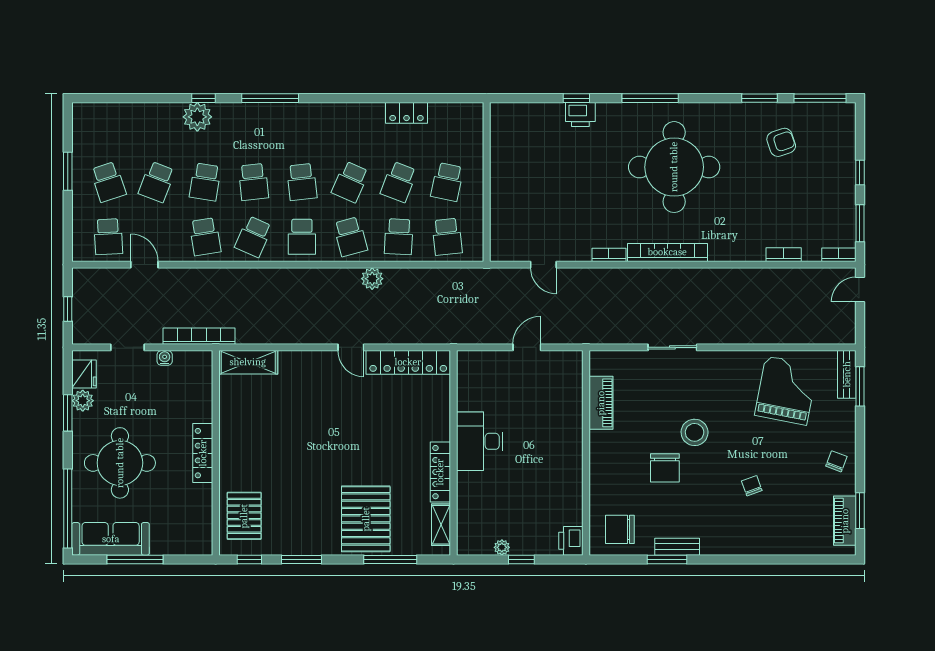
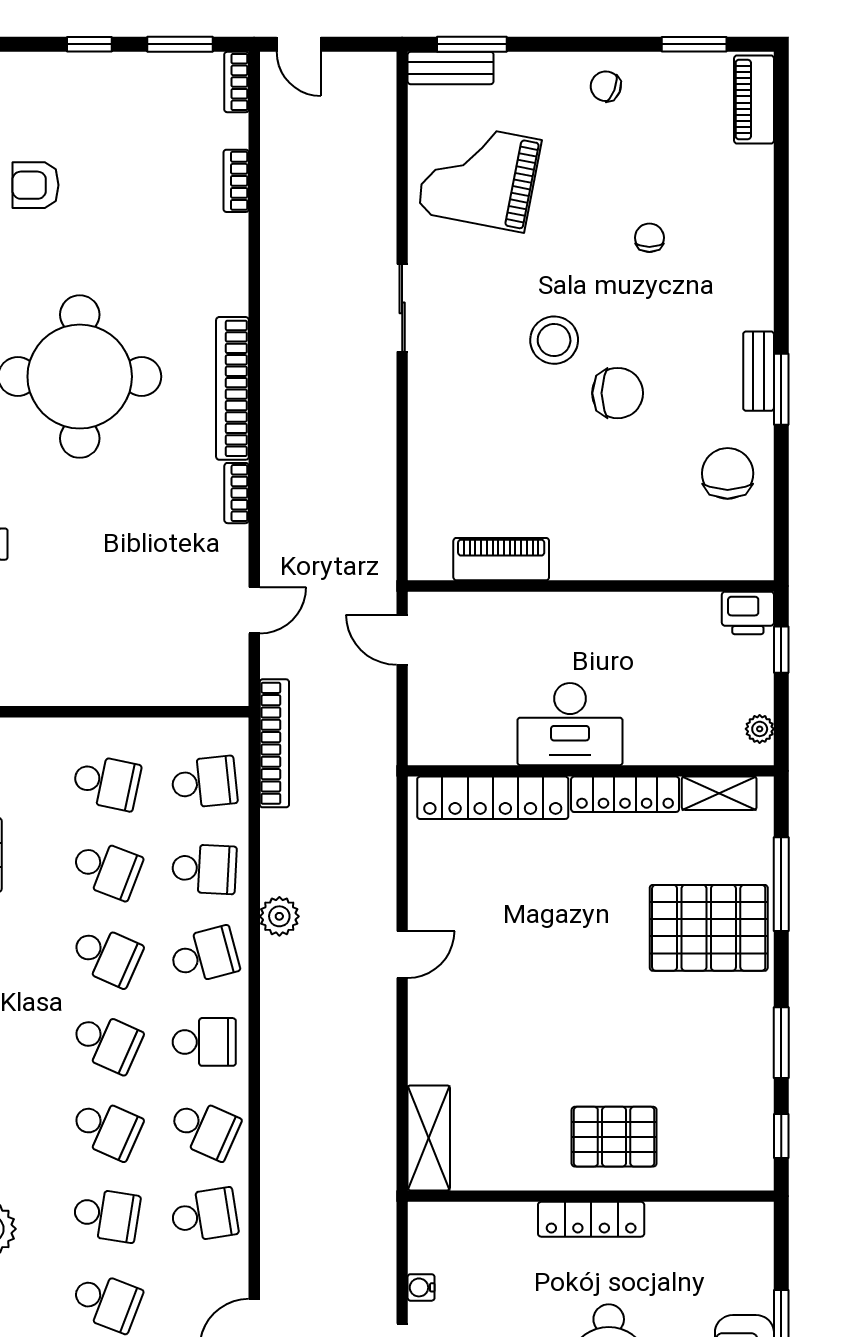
armchair: (781, 142) -> (36, 185), turned -71
school desk: (254, 182) -> (106, 1128), turned 30
school desk: (302, 182) -> (106, 1042), turned 30
bookcase: (199, 336) -> (274, 743), moved, turned 180
sliding door: (672, 347) -> (402, 308), moved
locker: (408, 362) -> (493, 798), moved, turned 90
piano: (601, 403) -> (501, 559), moved
wall: (586, 453) -> (591, 586), moved
chair: (752, 486) -> (649, 238), turned 110
pallet: (244, 516) -> (614, 1137), moved
piano: (845, 521) -> (754, 100), moved, turned 90
chair: (620, 529) -> (728, 473), turned 180
printer: (571, 541) -> (748, 613), moved
plant: (502, 547) -> (760, 729), moved

